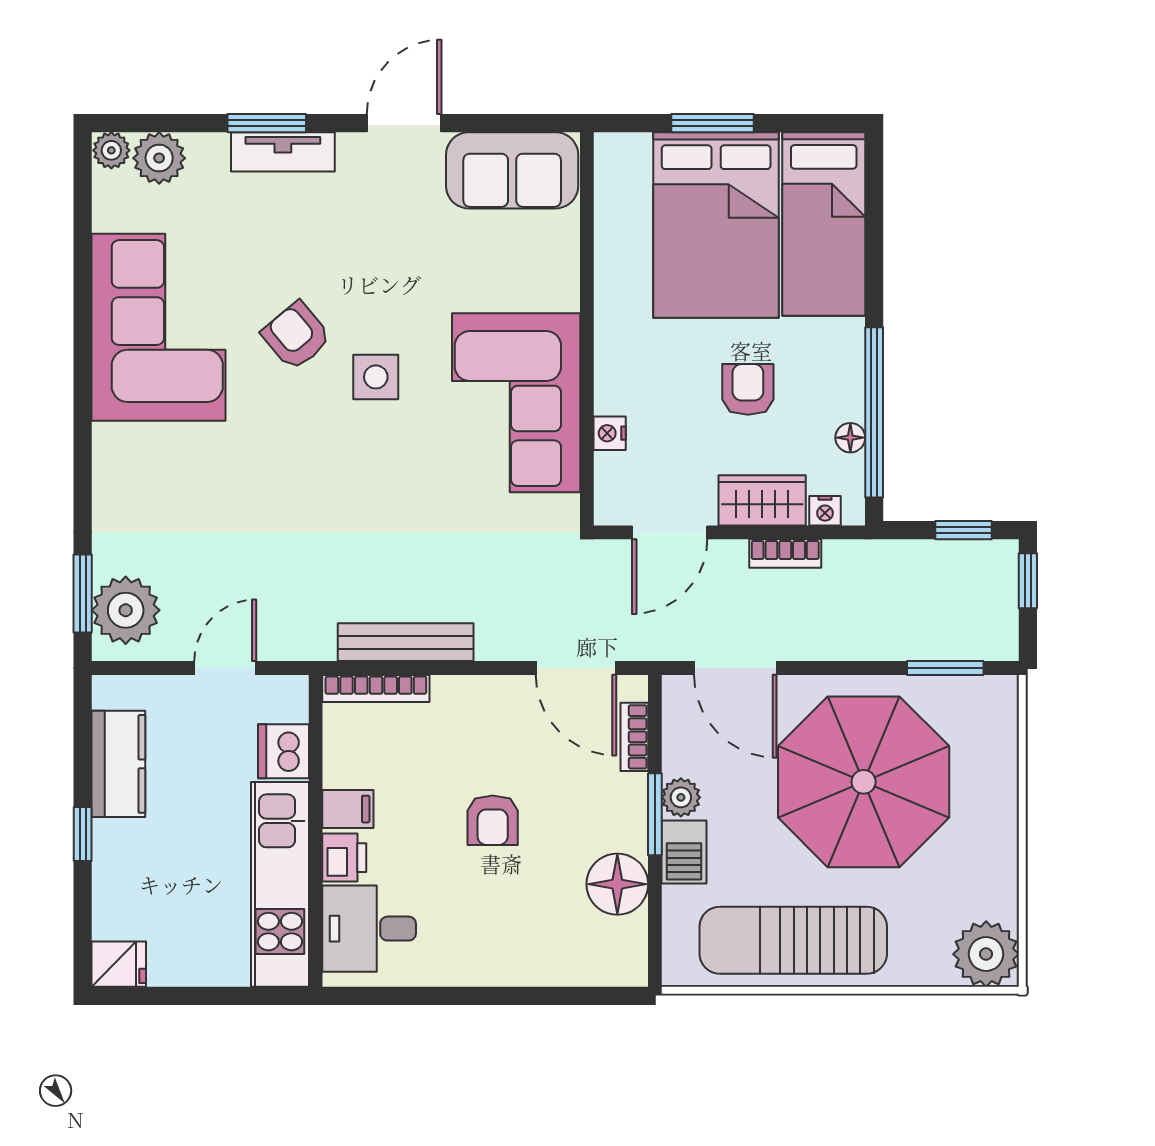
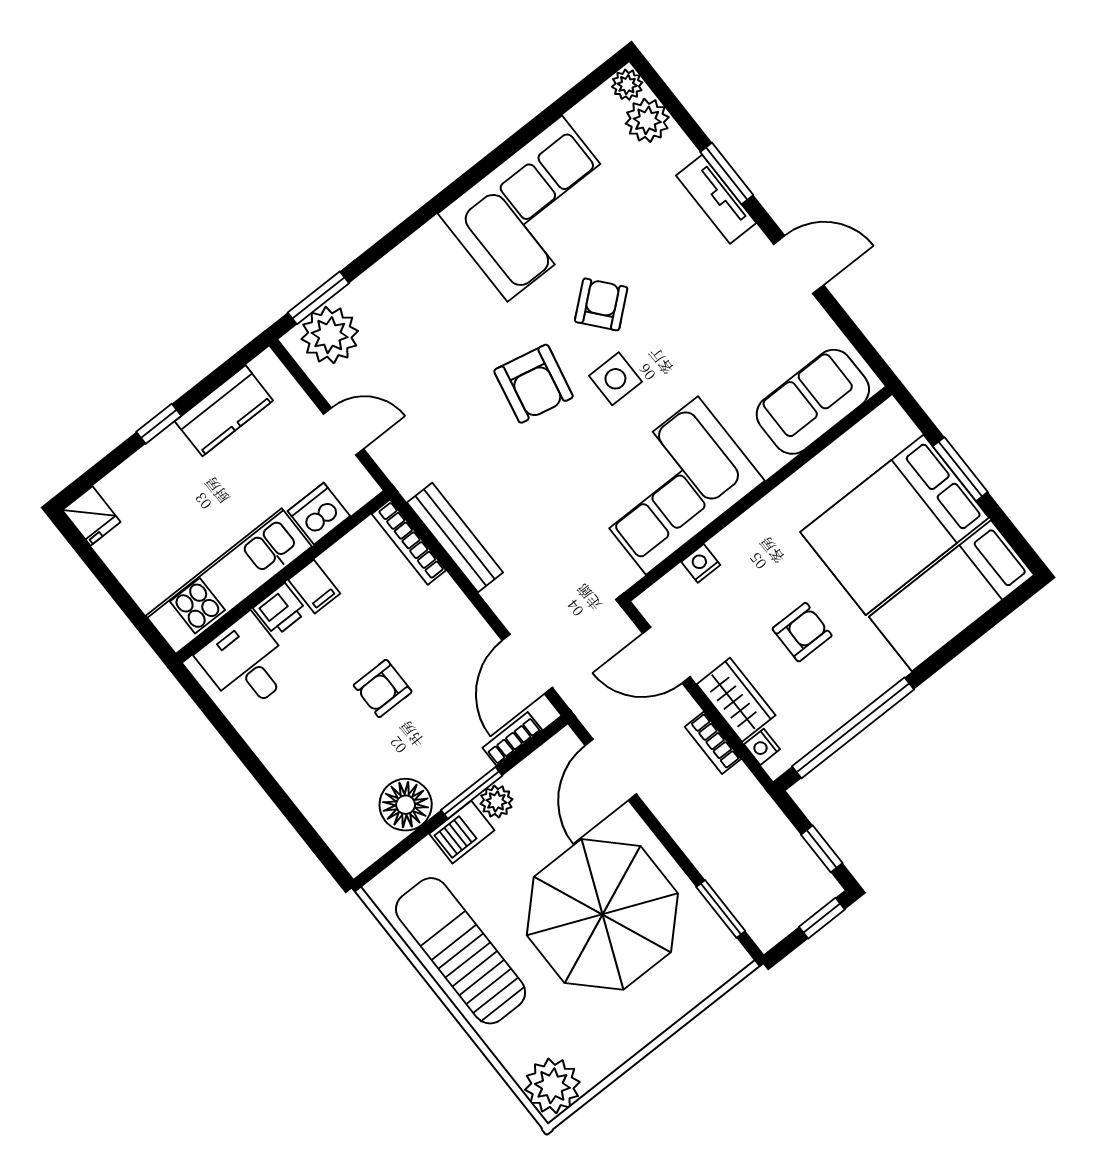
sofa: (512, 170) -> (813, 402), moved, turned 90
floor lamp: (850, 438) -> (824, 725), removed
armchair: (320, 457) -> (534, 384), added

